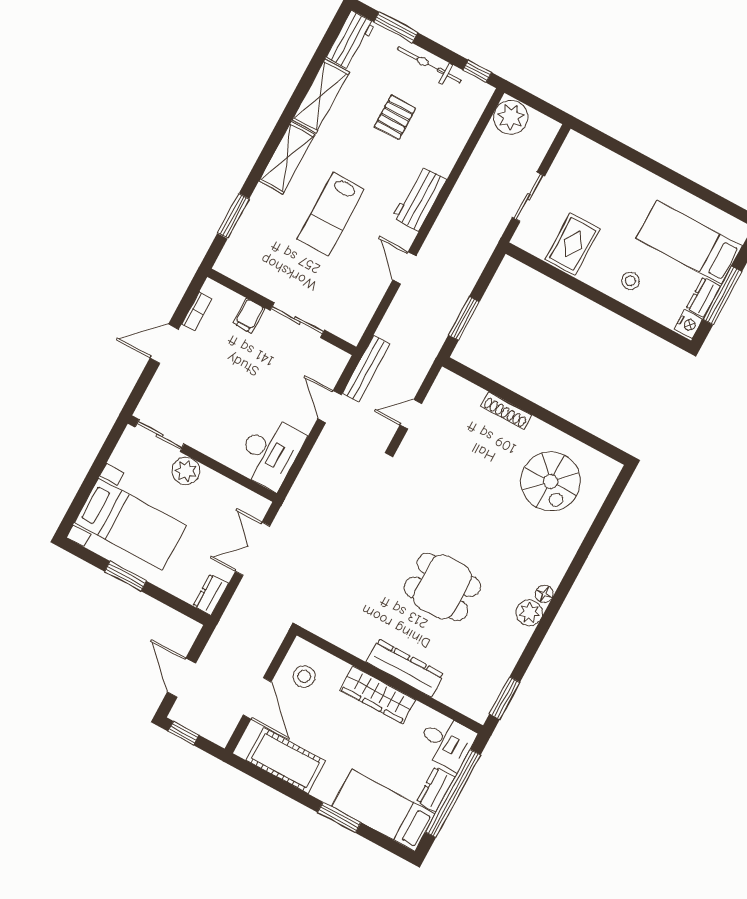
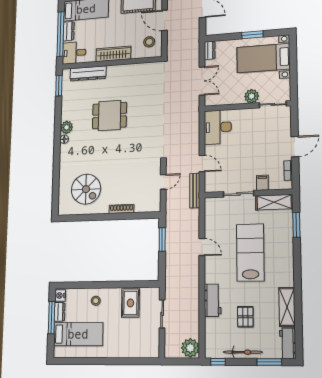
shelving: (287, 158) -> (274, 202), moved, turned 90
workbench: (419, 198) -> (213, 300), moved
lab bench: (331, 214) -> (250, 253), width x1.36, depth x1.39
spiral stairs: (550, 481) -> (86, 189), turned 180
dresser: (405, 668) -> (88, 73), moved

